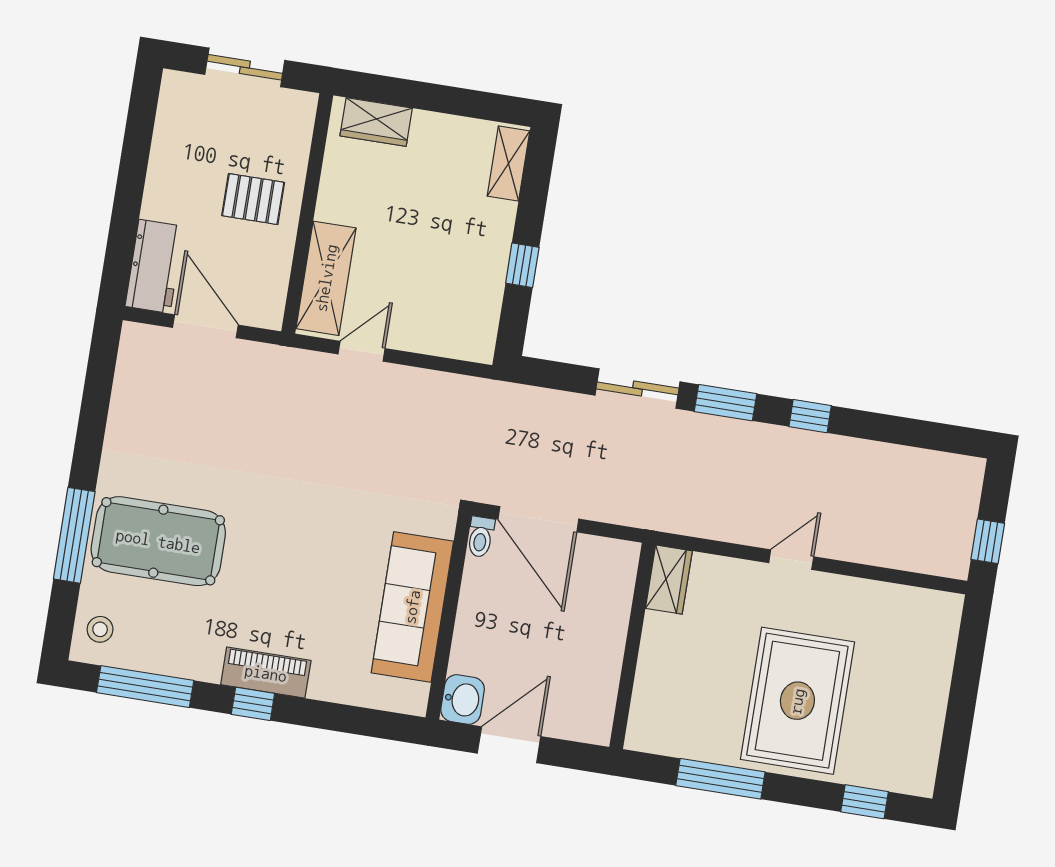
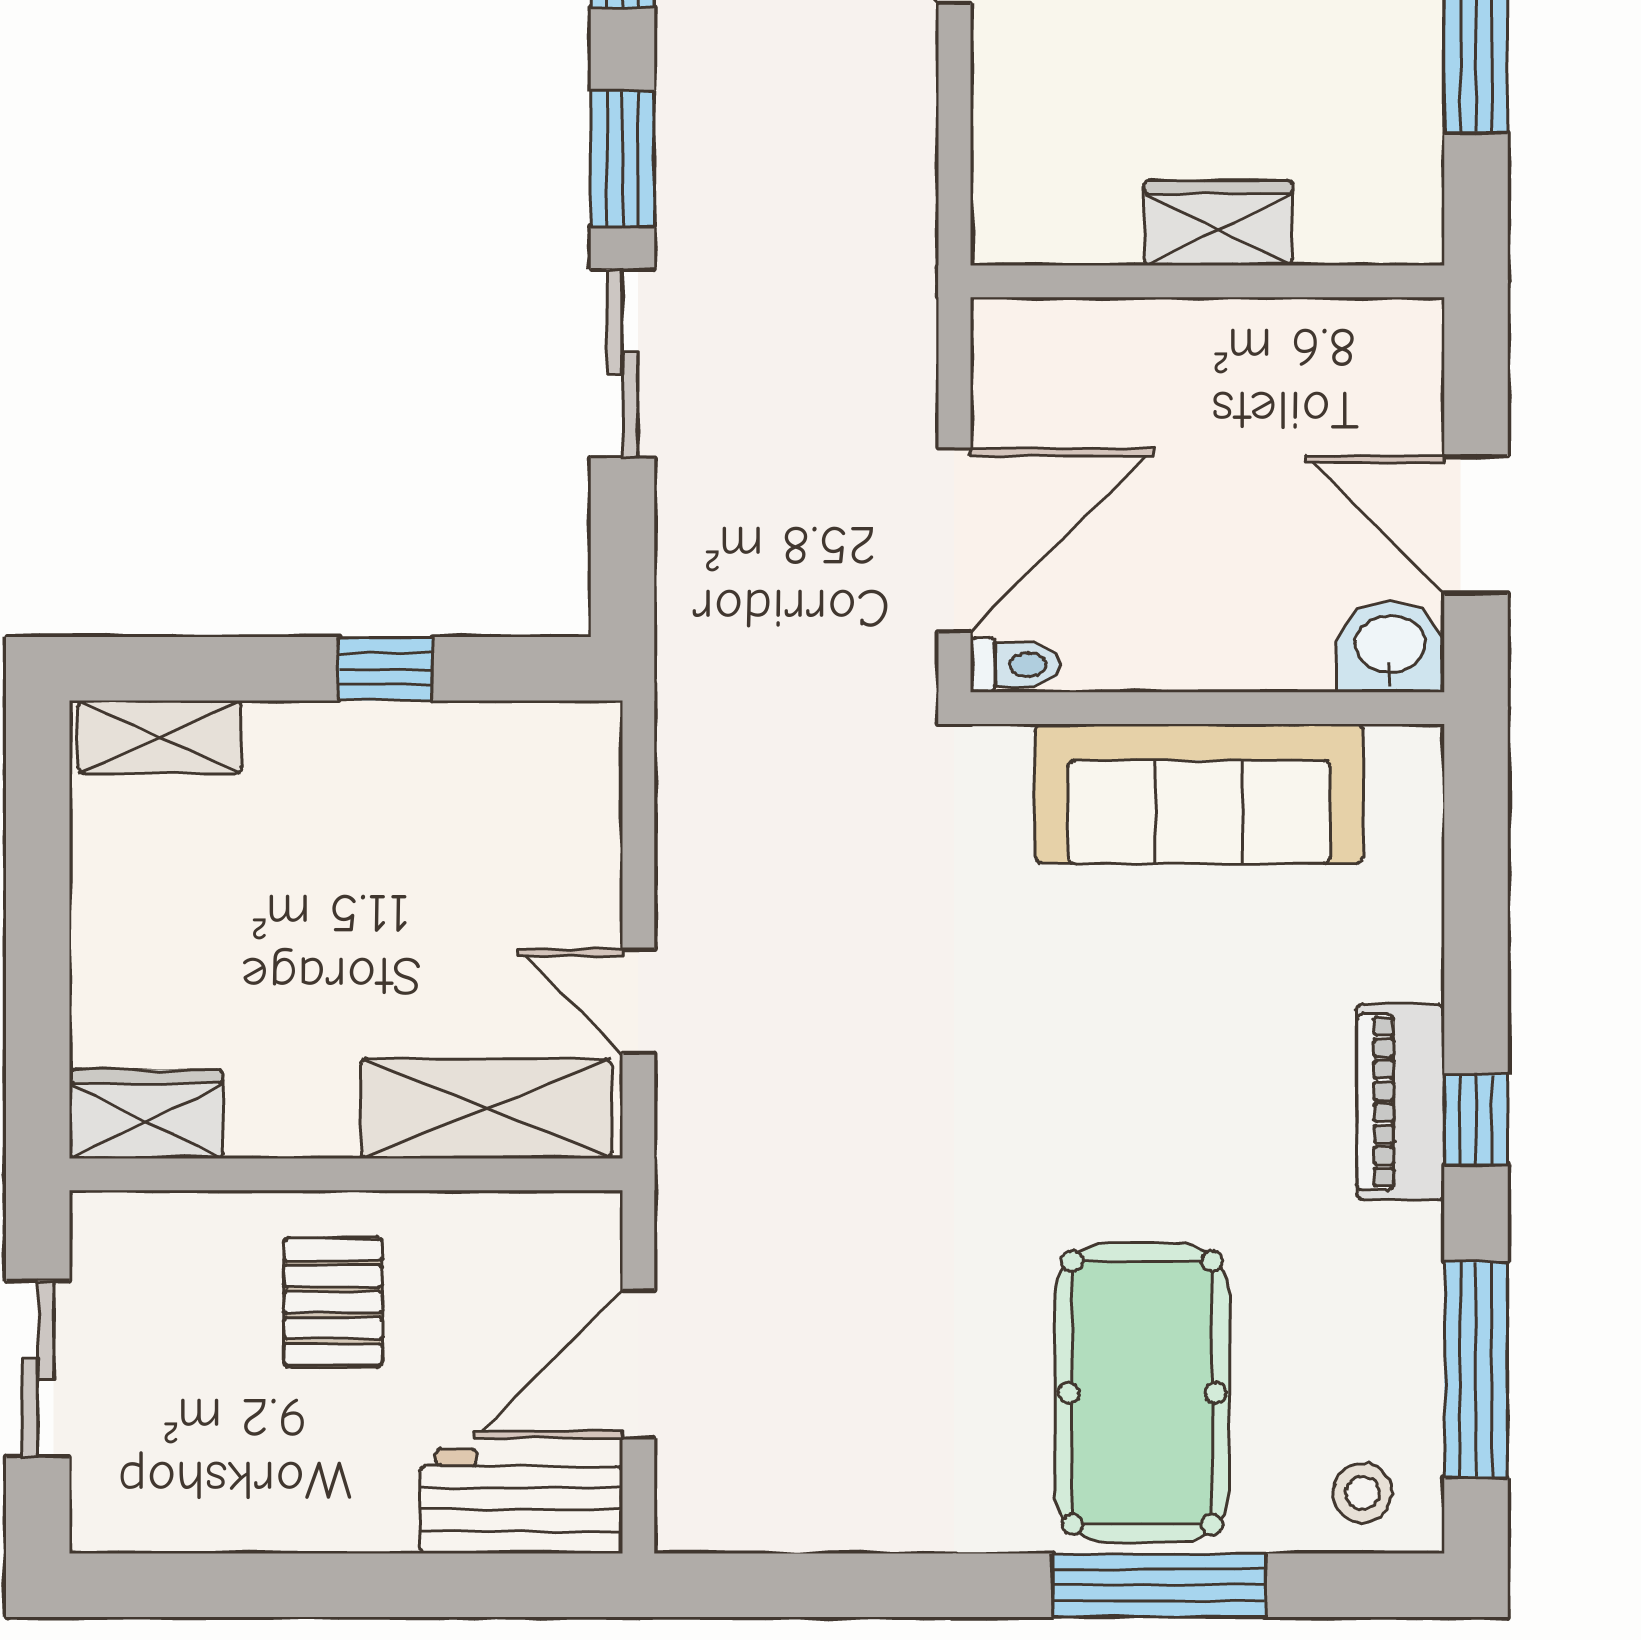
wardrobe: (376, 122) -> (146, 1114), moved, turned -90
wardrobe: (669, 580) -> (1218, 223), moved

